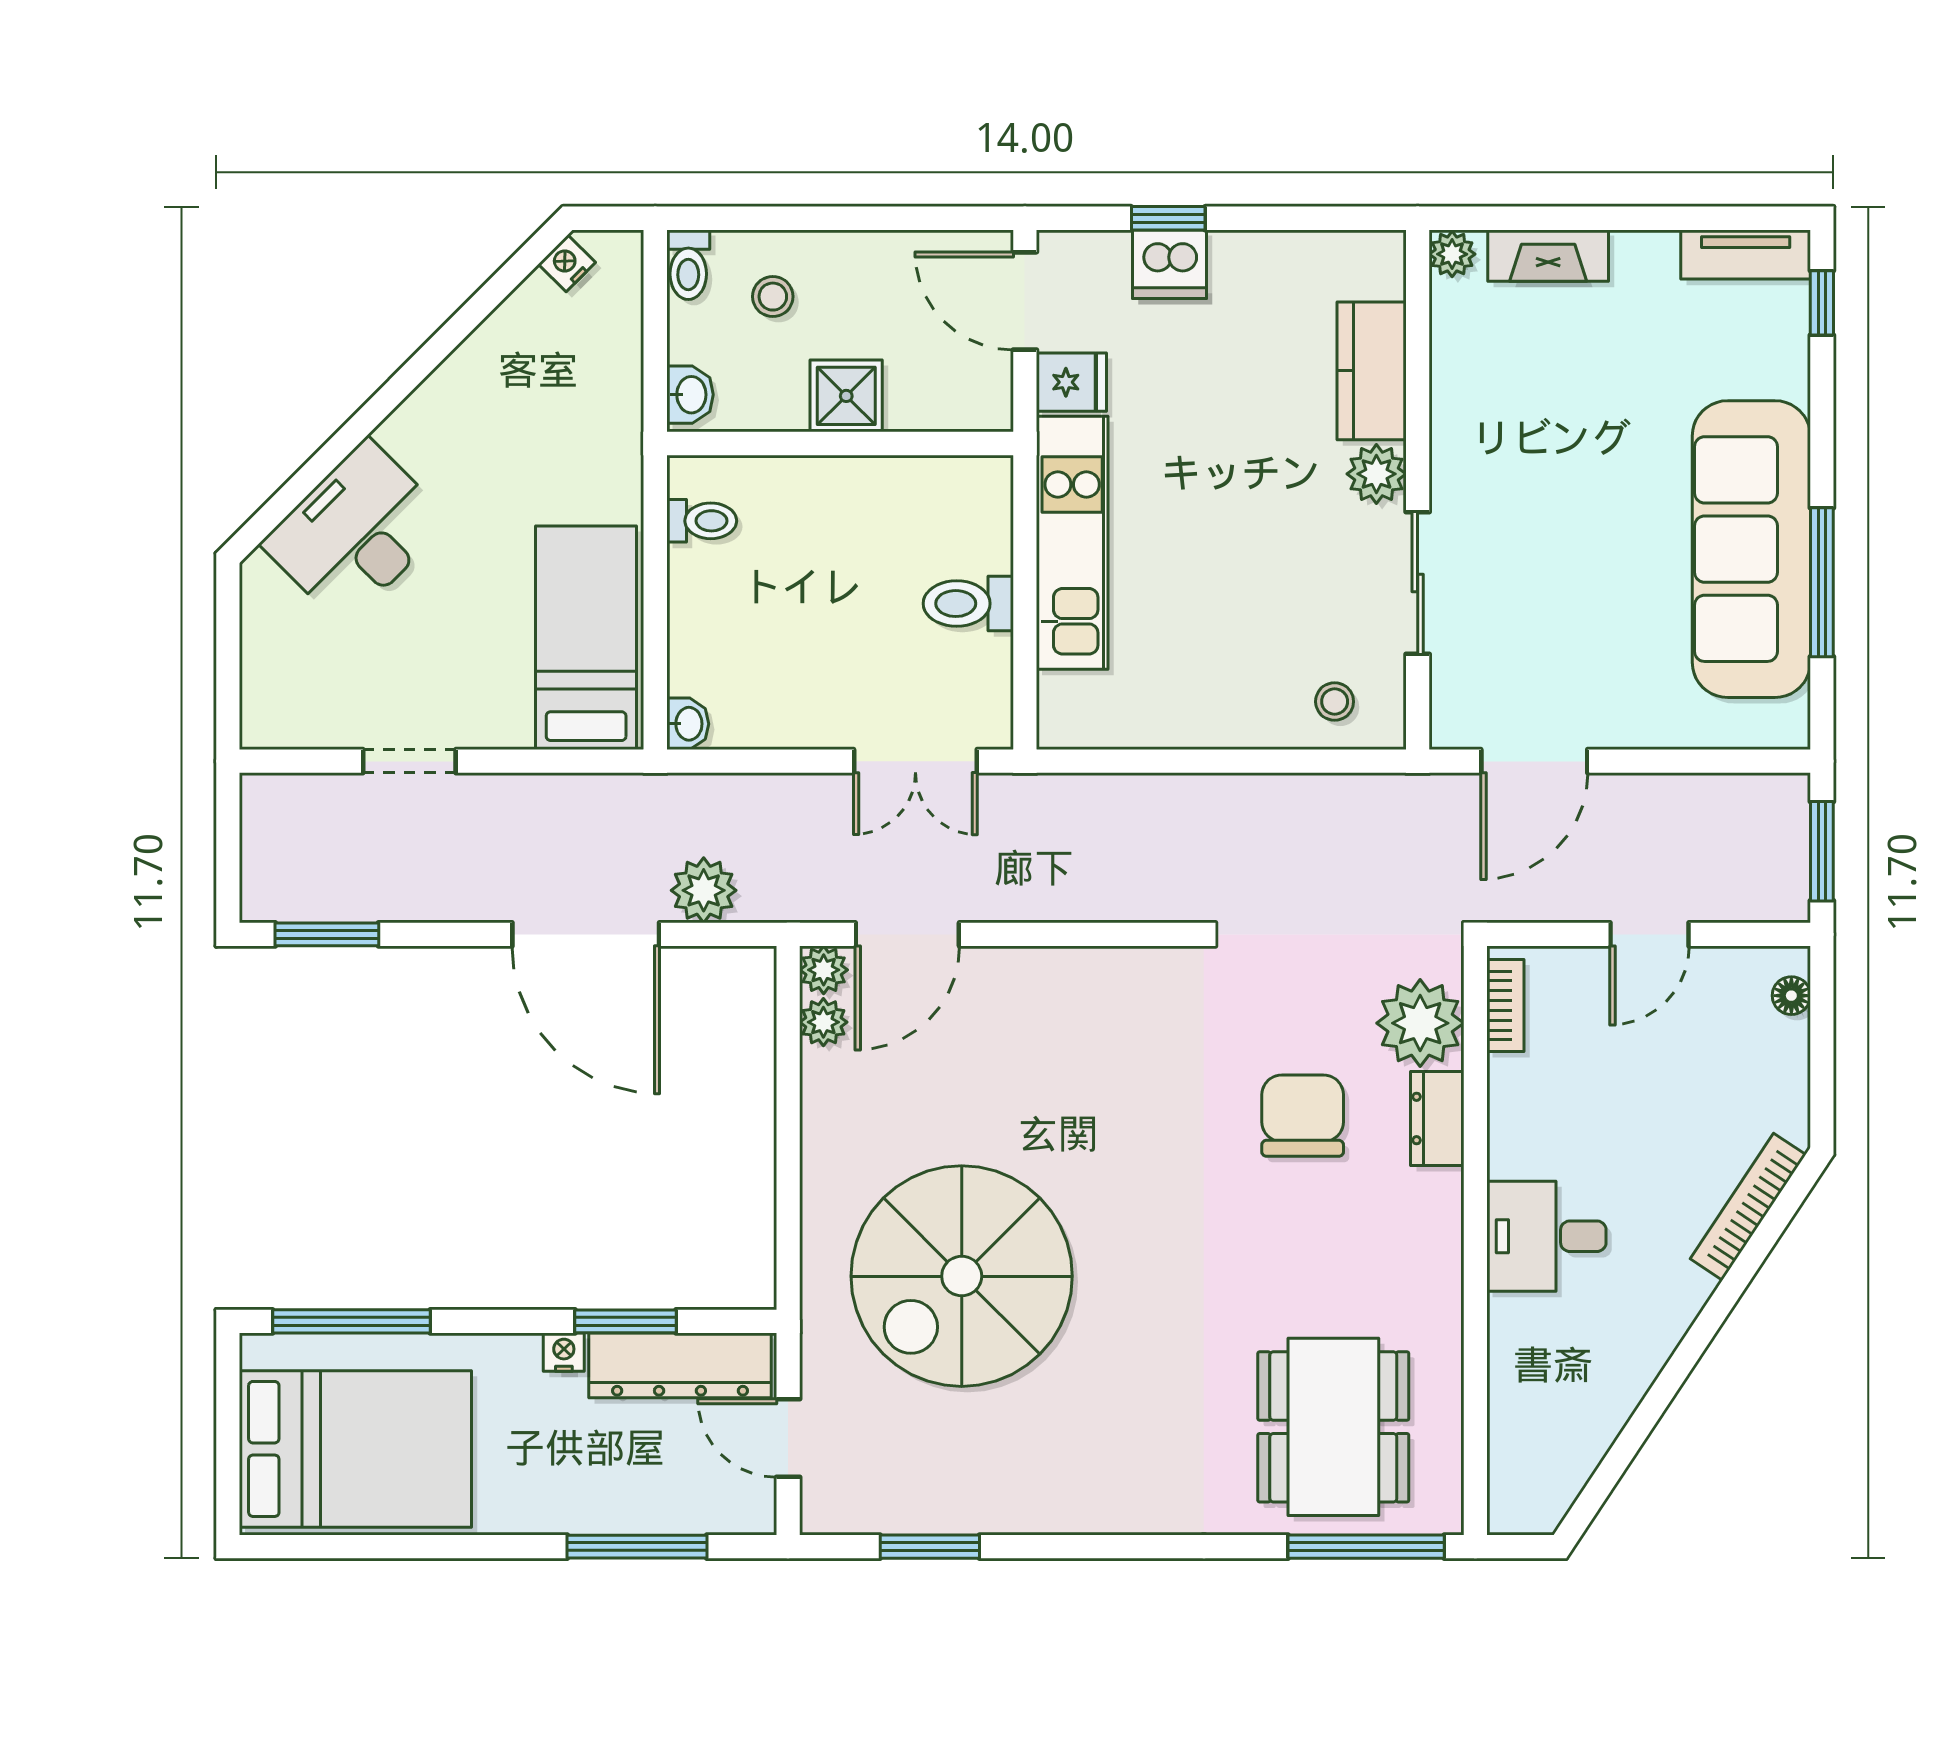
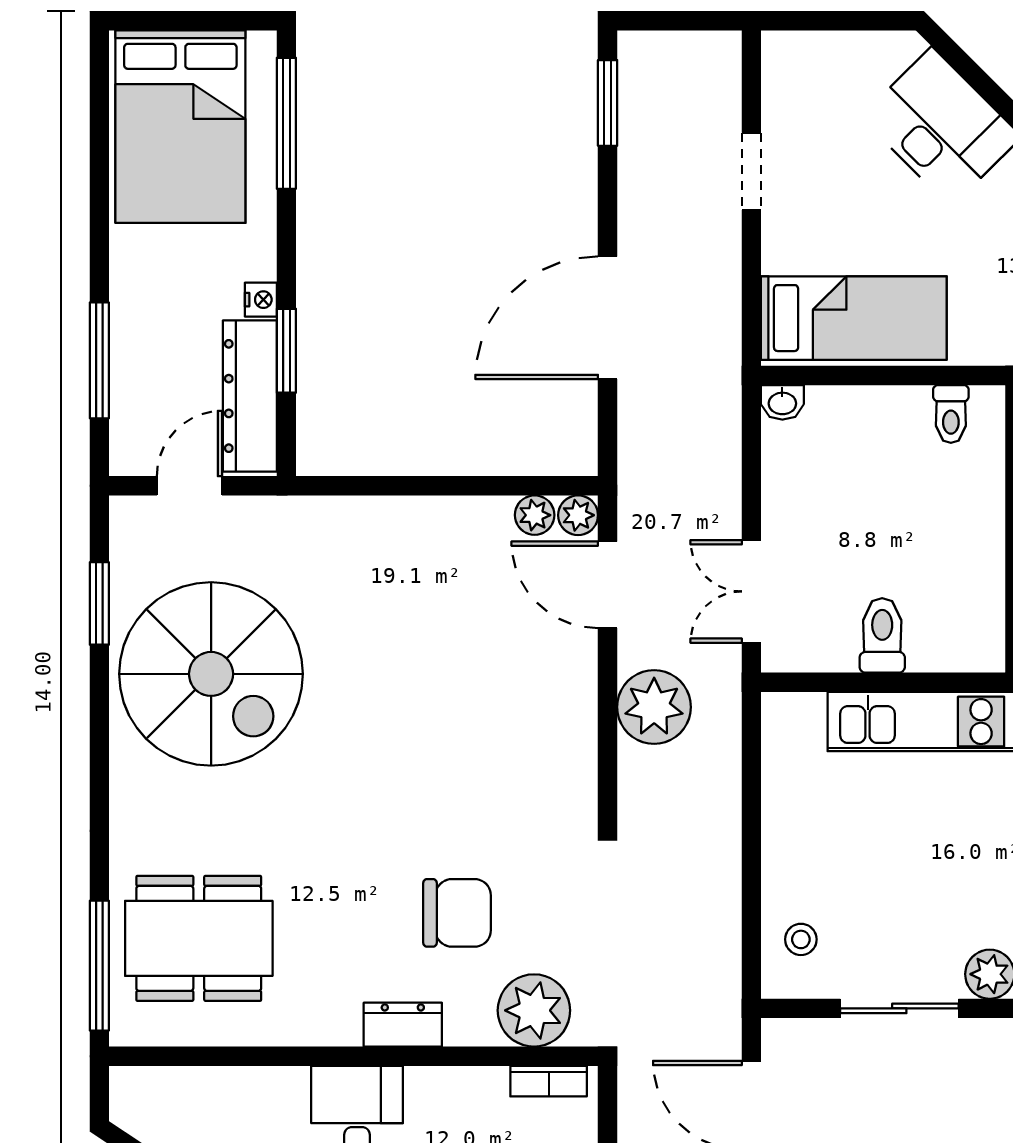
plant: (704, 890) -> (654, 707), moved, width x1.36, depth x1.36
dresser: (1437, 1119) -> (403, 1025), moved
spiral stairs: (962, 1276) -> (211, 674), moved, turned 180

